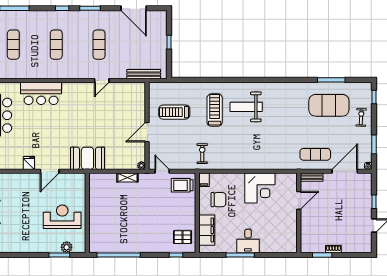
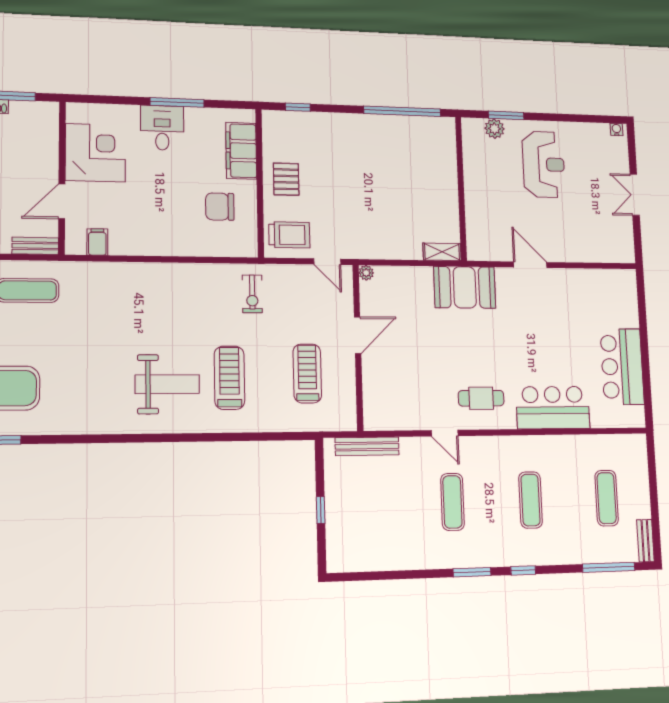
door: (134, 8) -> (390, 575), removed
door: (102, 80) -> (445, 433), swing flipped
cafe table: (81, 99) -> (481, 398), added
treadmill: (215, 110) -> (229, 378), turned 180
treadmill: (174, 112) -> (307, 373), turned -90
fridge: (29, 163) -> (567, 280), removed
door: (50, 171) -> (530, 265), hinge flipped
shelving: (127, 178) -> (442, 252), moved
filing cabinet: (204, 180) -> (97, 242), moved
corner desk: (260, 188) -> (95, 153), moved, turned 90
reception desk: (62, 217) -> (544, 164), moved, turned -90
pallet: (183, 237) -> (286, 179), moved, turned 90

